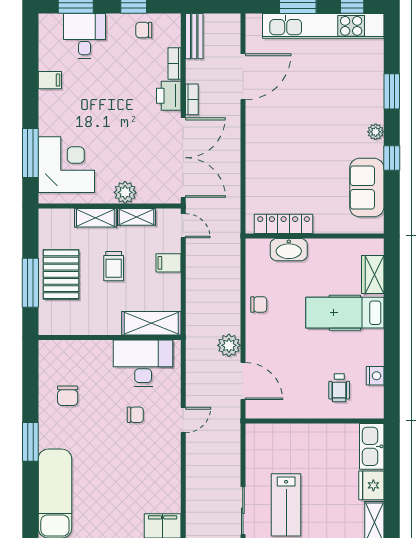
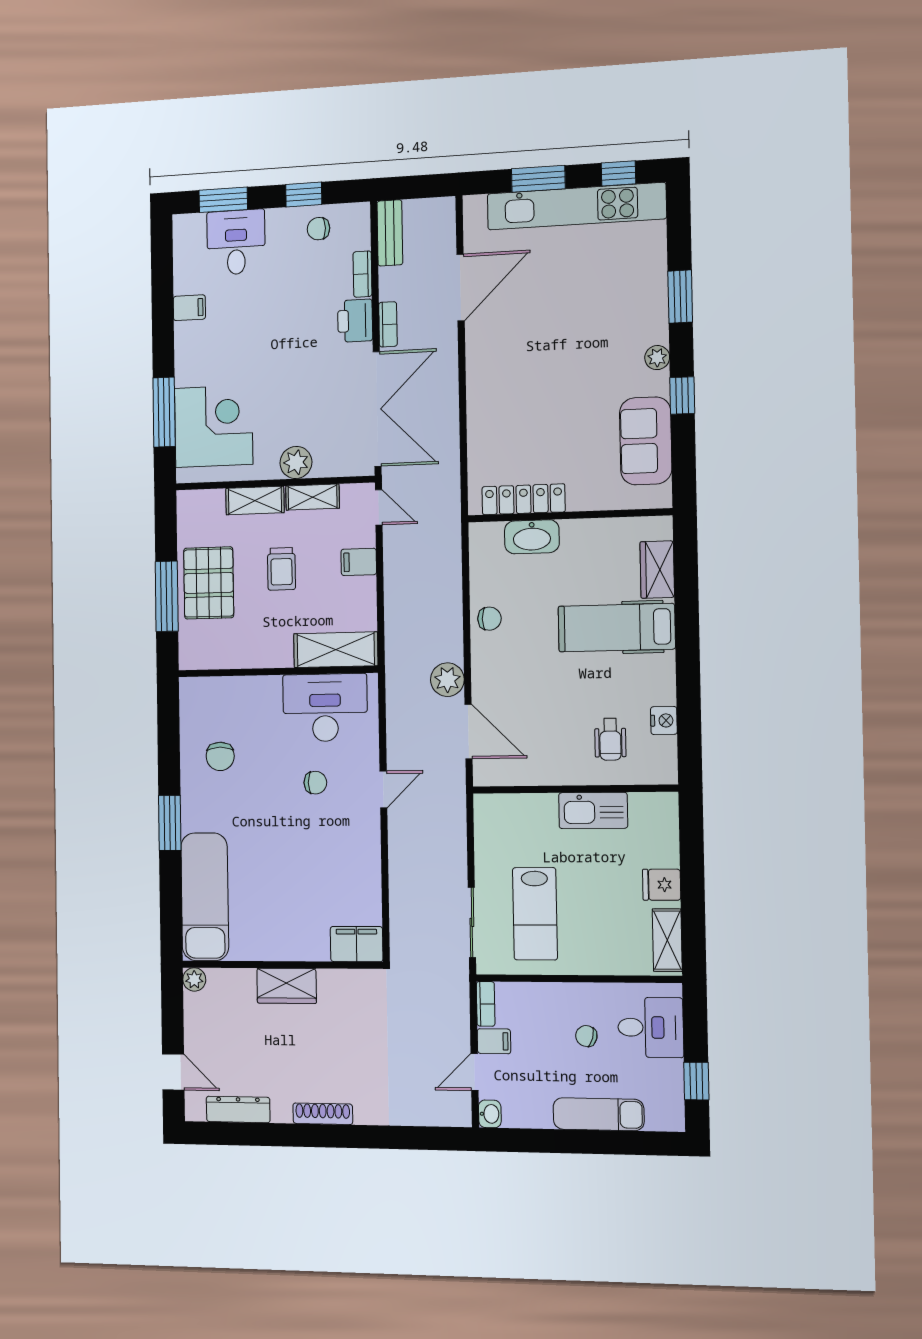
kitchen sink: (372, 446) -> (593, 810), moved, turned -90
fridge: (371, 485) -> (662, 885), width x0.72

